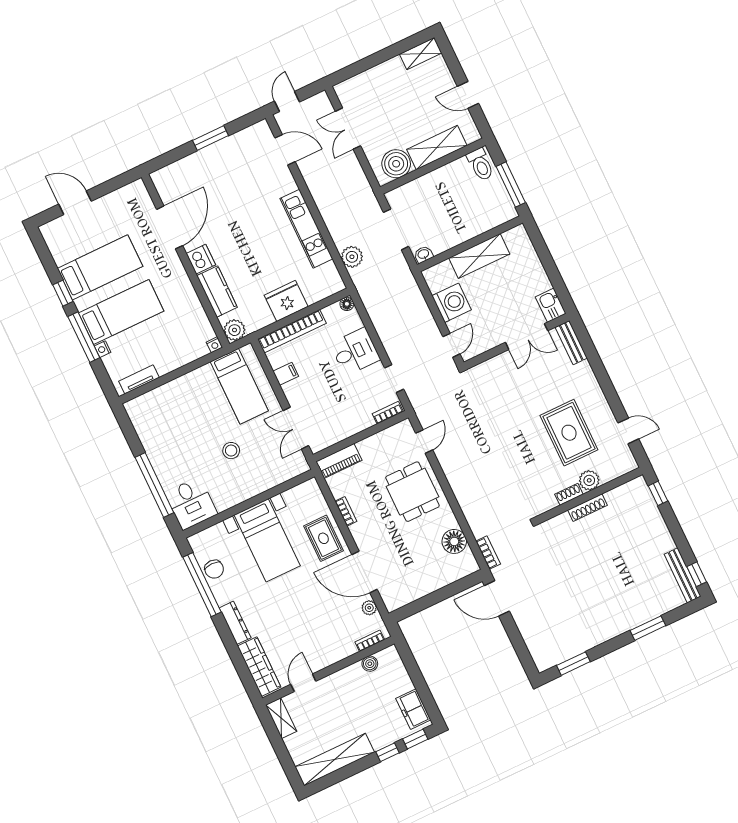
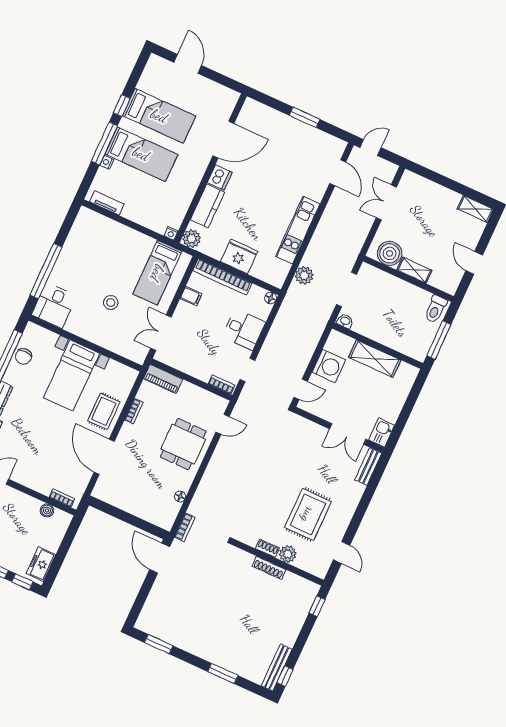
shelving: (437, 148) -> (414, 270), width x0.67, depth x0.75
floor lamp: (454, 541) -> (180, 496), width x0.53, depth x0.53
plant: (369, 608) -> (83, 479), removed

